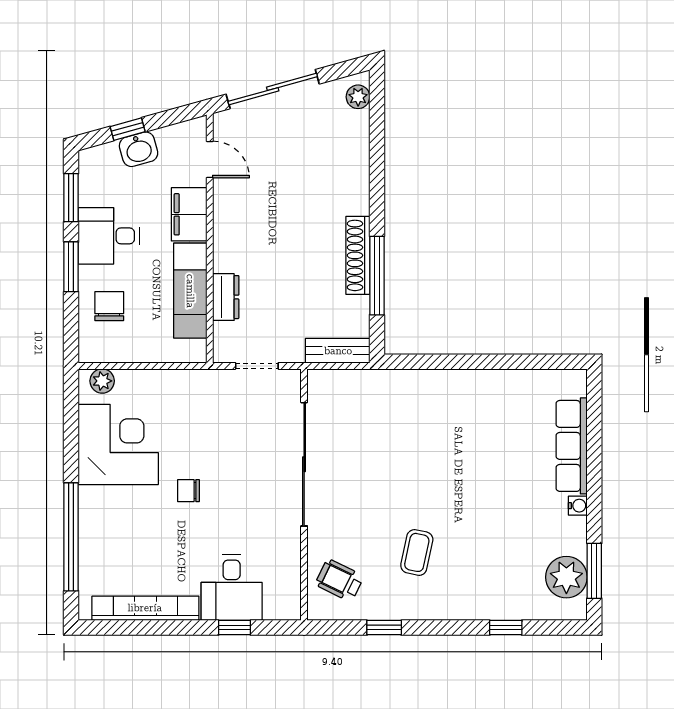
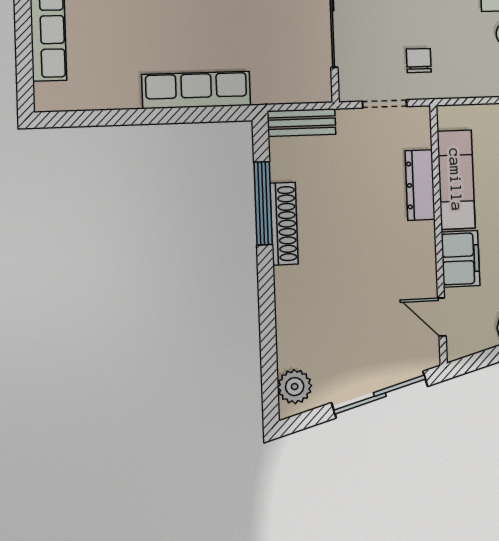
plant: (358, 97) -> (295, 387), width x1.38, depth x1.38
dresser: (226, 297) -> (420, 185), width x1.44
row of seats: (436, 385) -> (196, 90), added
chair: (222, 407) -> (419, 61), added

